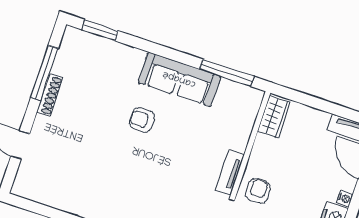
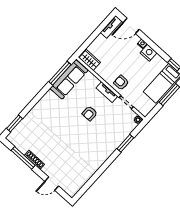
sofa: (179, 79) -> (69, 79), moved
armchair: (142, 120) -> (90, 113), moved

